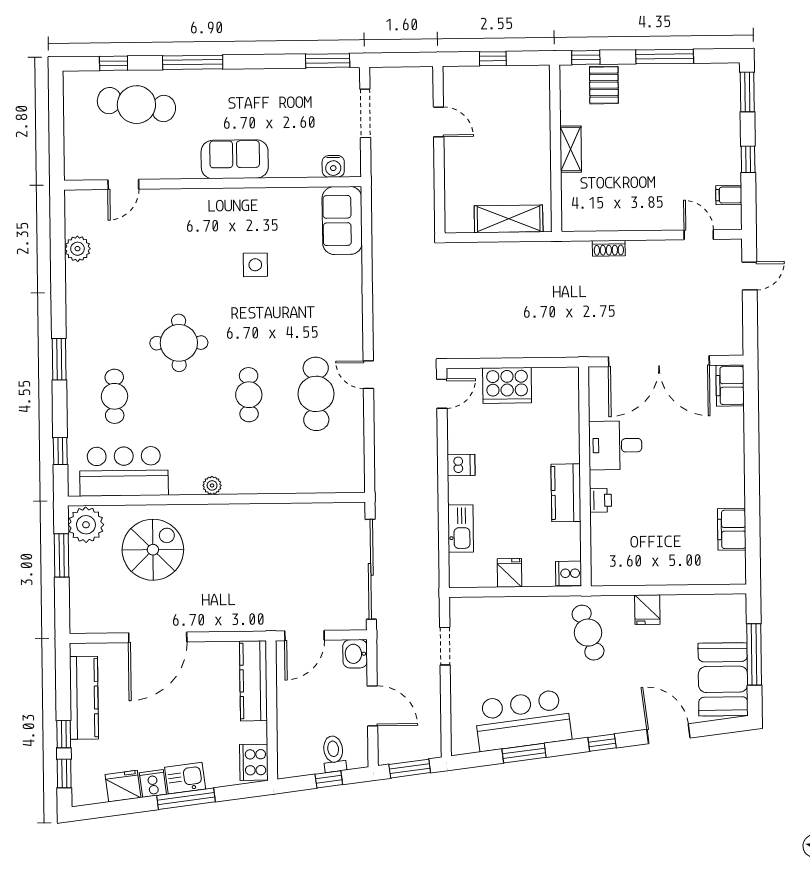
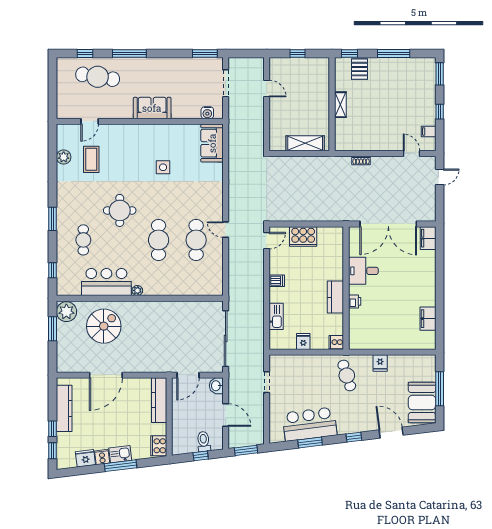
coffee table: (127, 252) -> (91, 159), added
cafe table: (249, 395) -> (159, 240), width x1.37, depth x1.35
bar counter: (124, 471) -> (106, 282), moved

